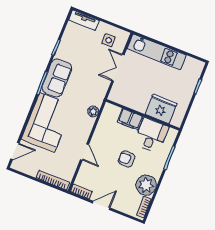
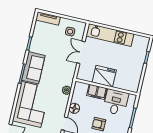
fridge: (161, 109) -> (104, 76), moved
floor lamp: (99, 135) -> (74, 108), added

